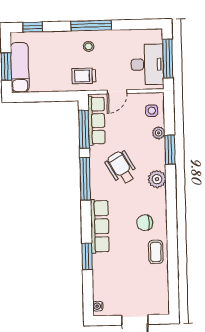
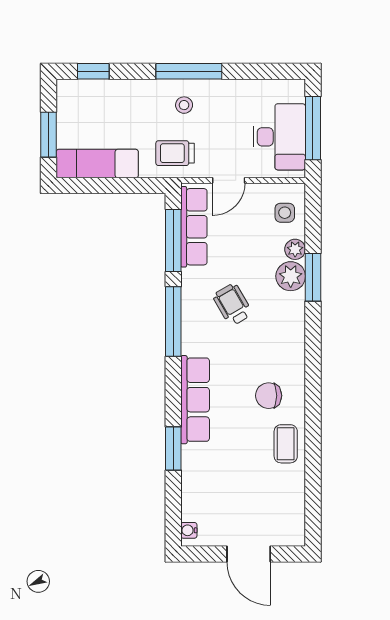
exam couch: (20, 68) -> (97, 164), moved, turned -90
wheelchair: (121, 168) -> (233, 305), width x0.73, depth x0.73
plant: (157, 179) -> (291, 276), moved

